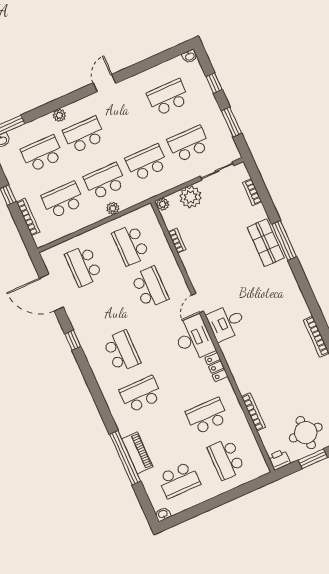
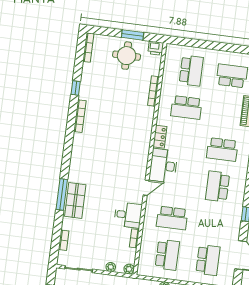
plant: (191, 197) -> (111, 267), width x0.53, depth x0.53
school desk: (150, 288) -> (172, 218), turned -90
desk: (226, 322) -> (128, 215), moved

